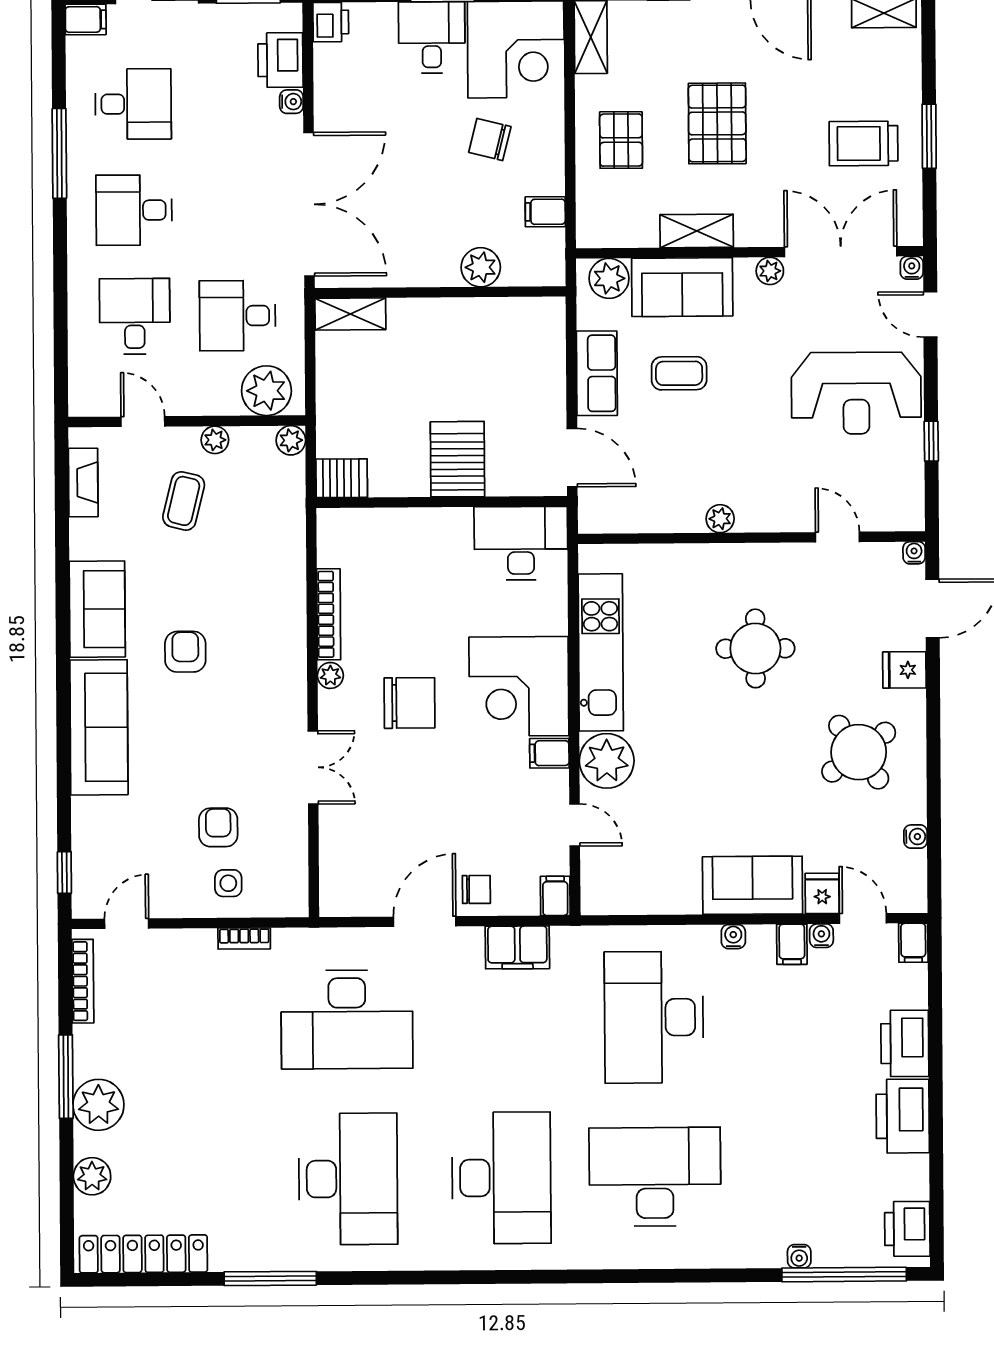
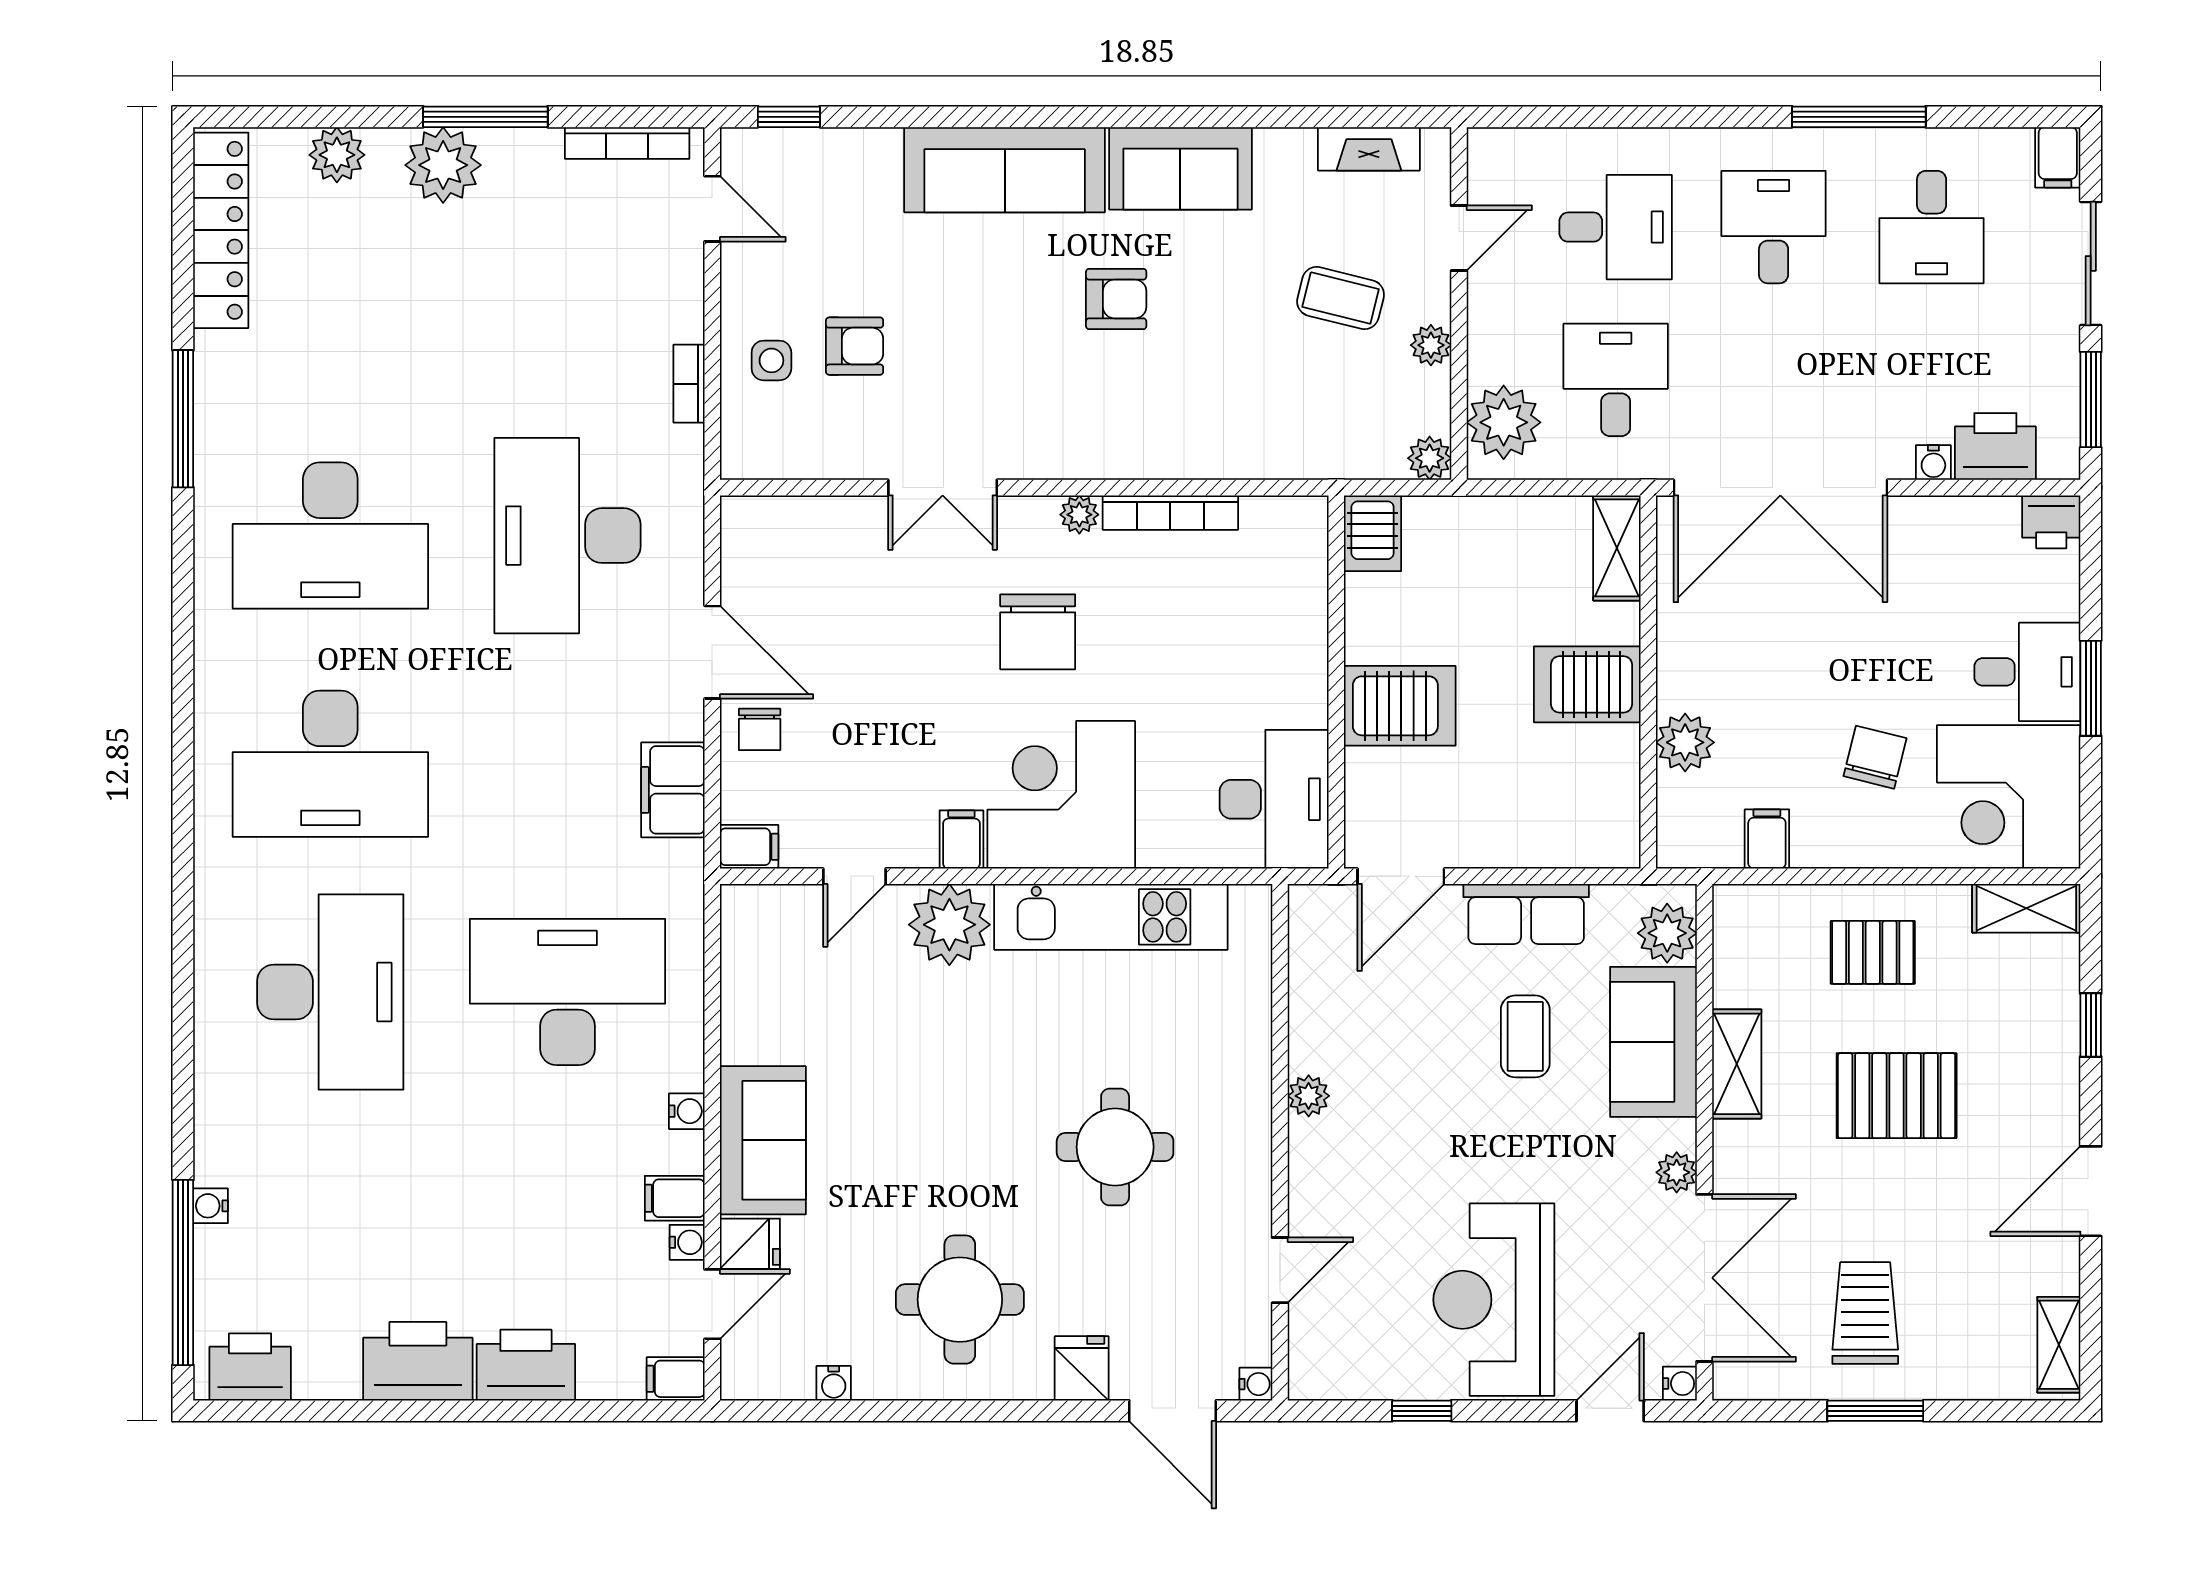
server rack: (442, 333) -> (1587, 684), added
round table: (859, 752) -> (960, 1300), turned 36

